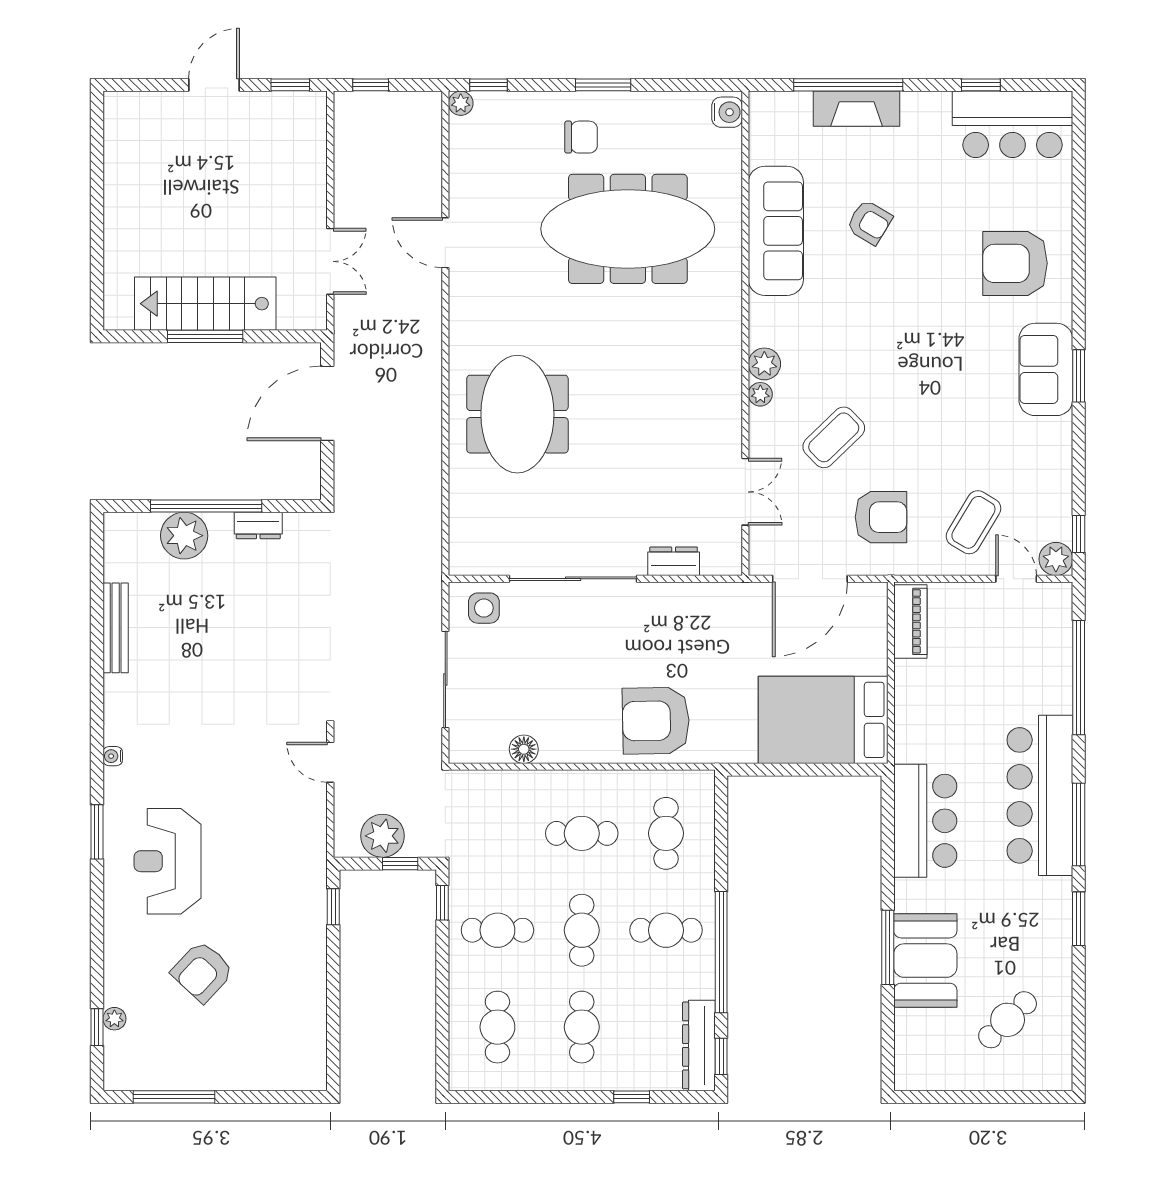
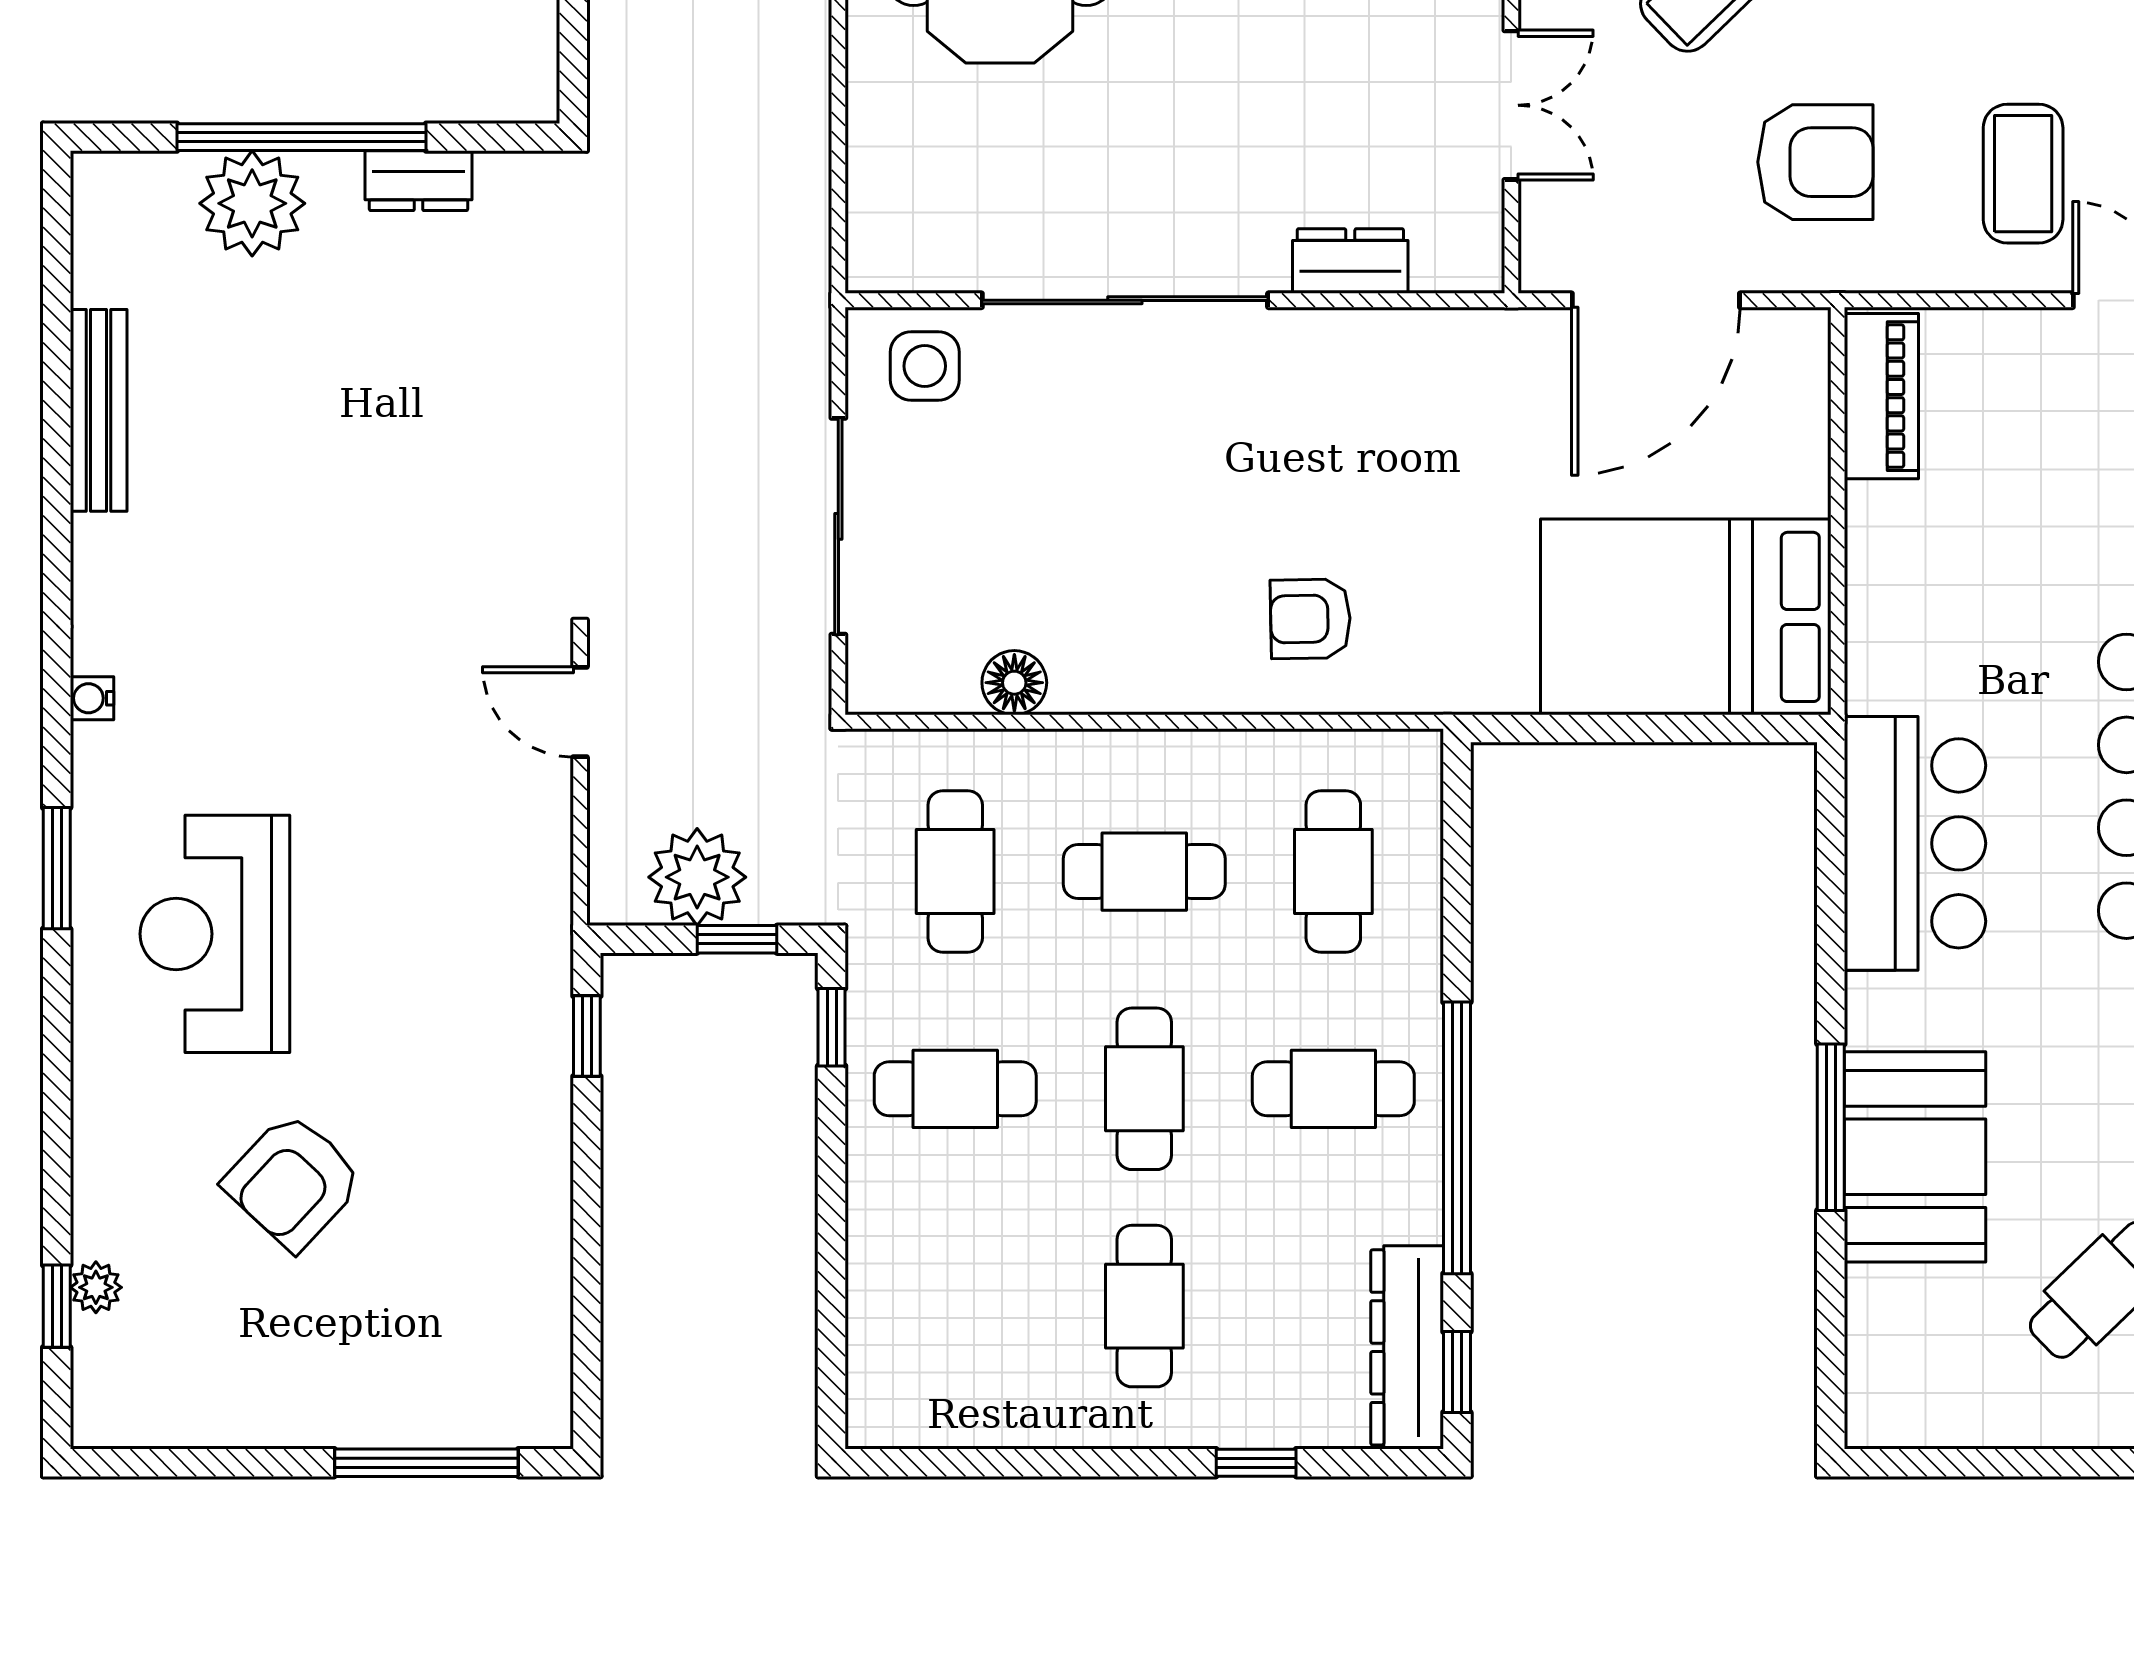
coffee table: (973, 522) -> (2023, 174), turned -31
armchair: (656, 721) -> (1310, 619), width x0.53, depth x0.53
cafe table: (497, 1027) -> (955, 872), moved
window: (174, 1097) -> (426, 1463), moved

